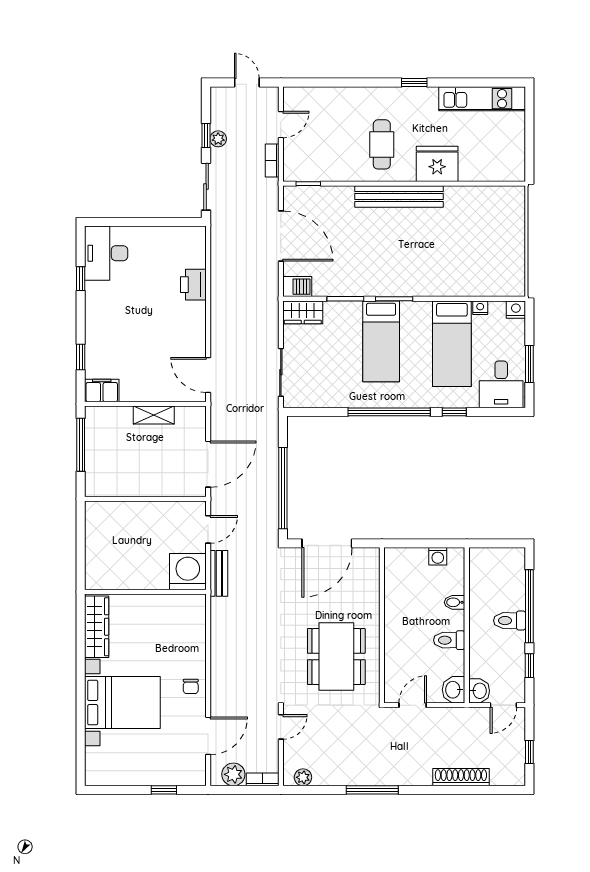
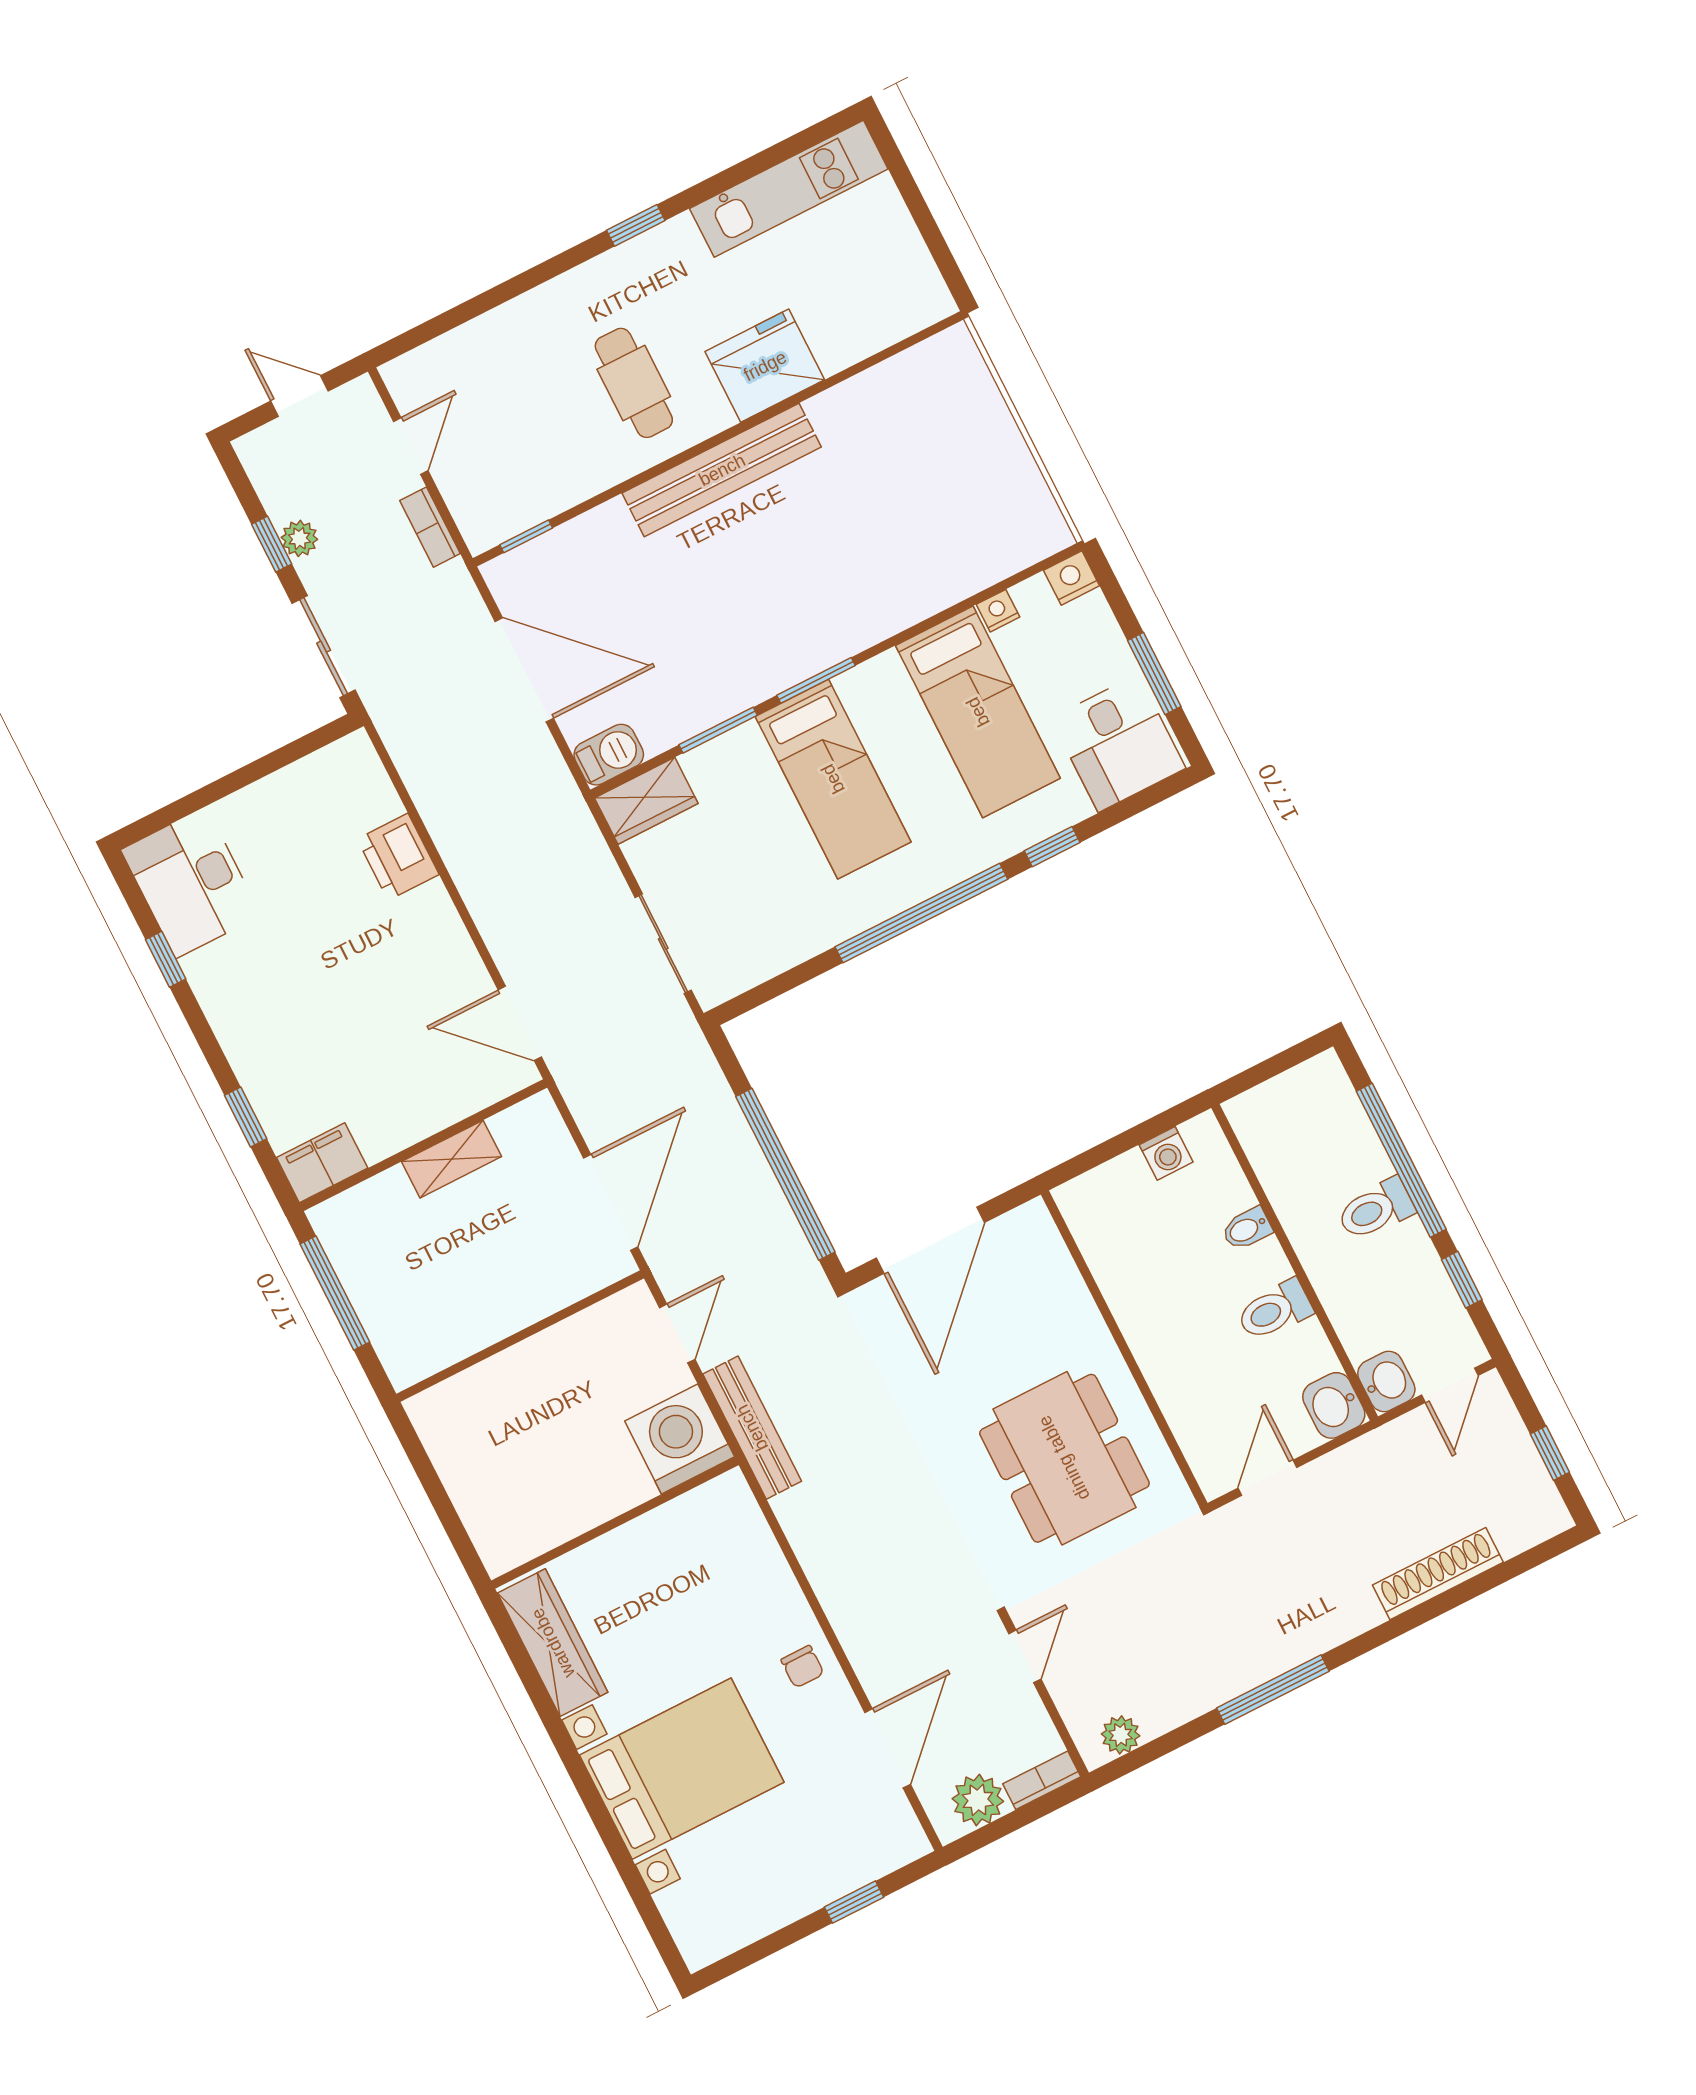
bench: (219, 573) -> (752, 1428), width x1.36

